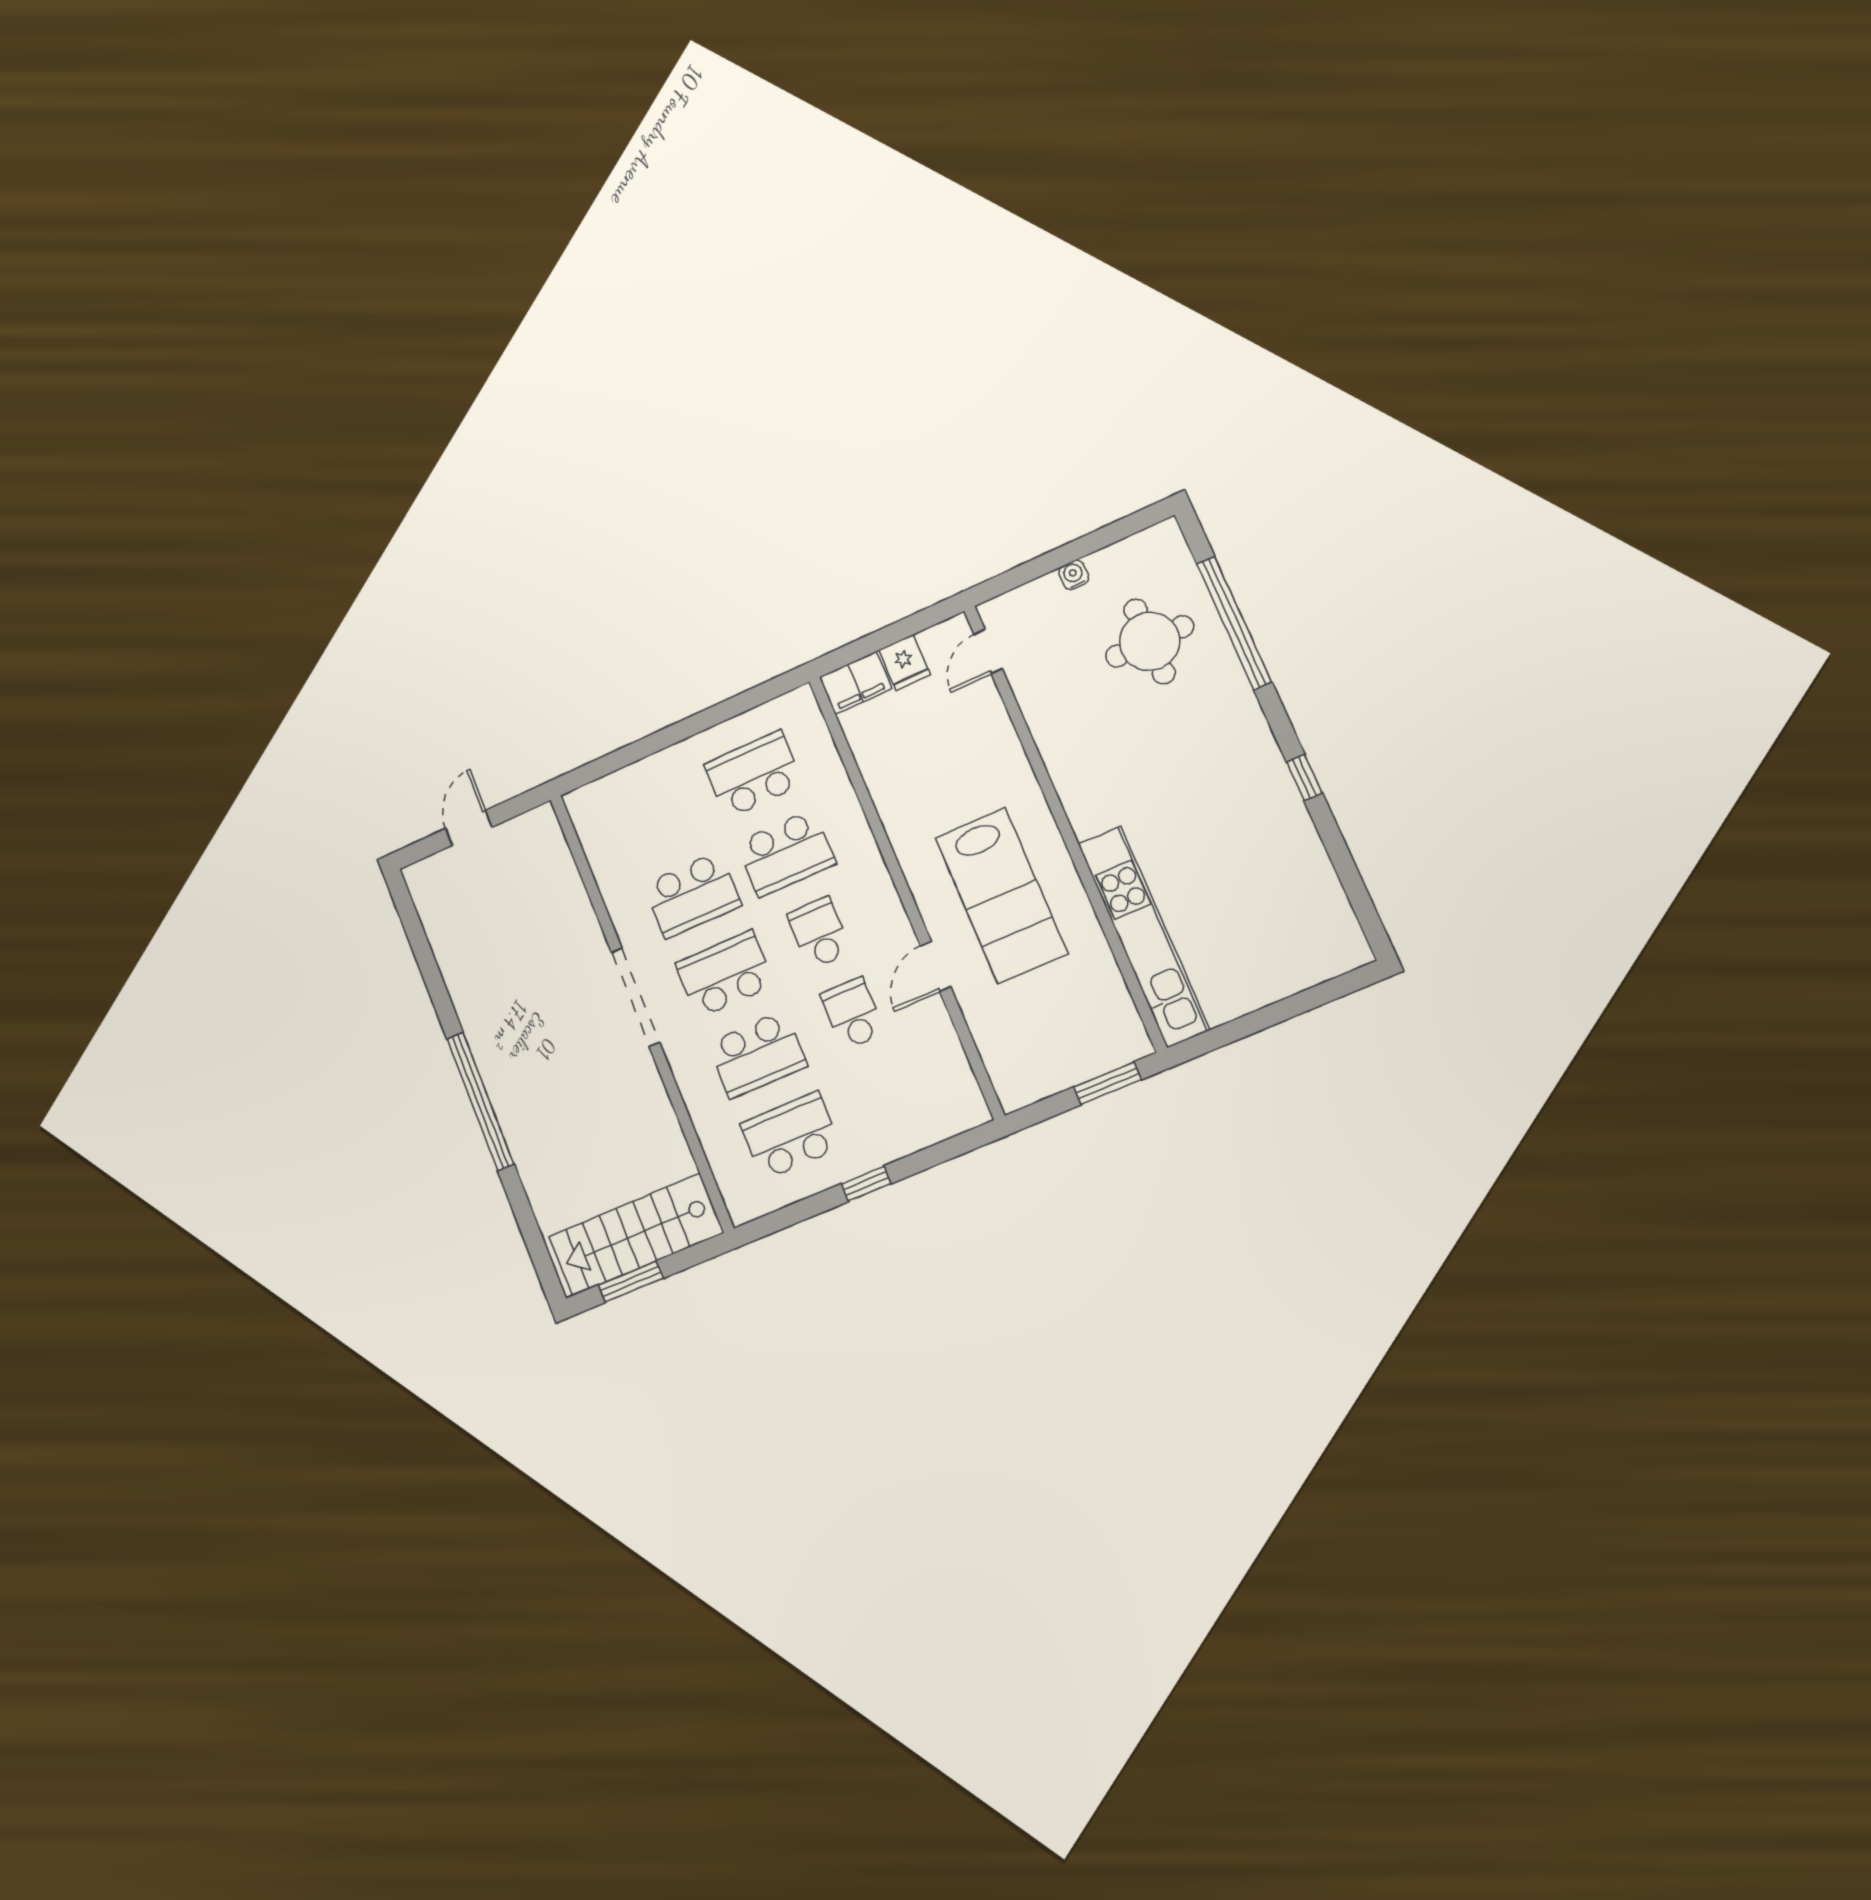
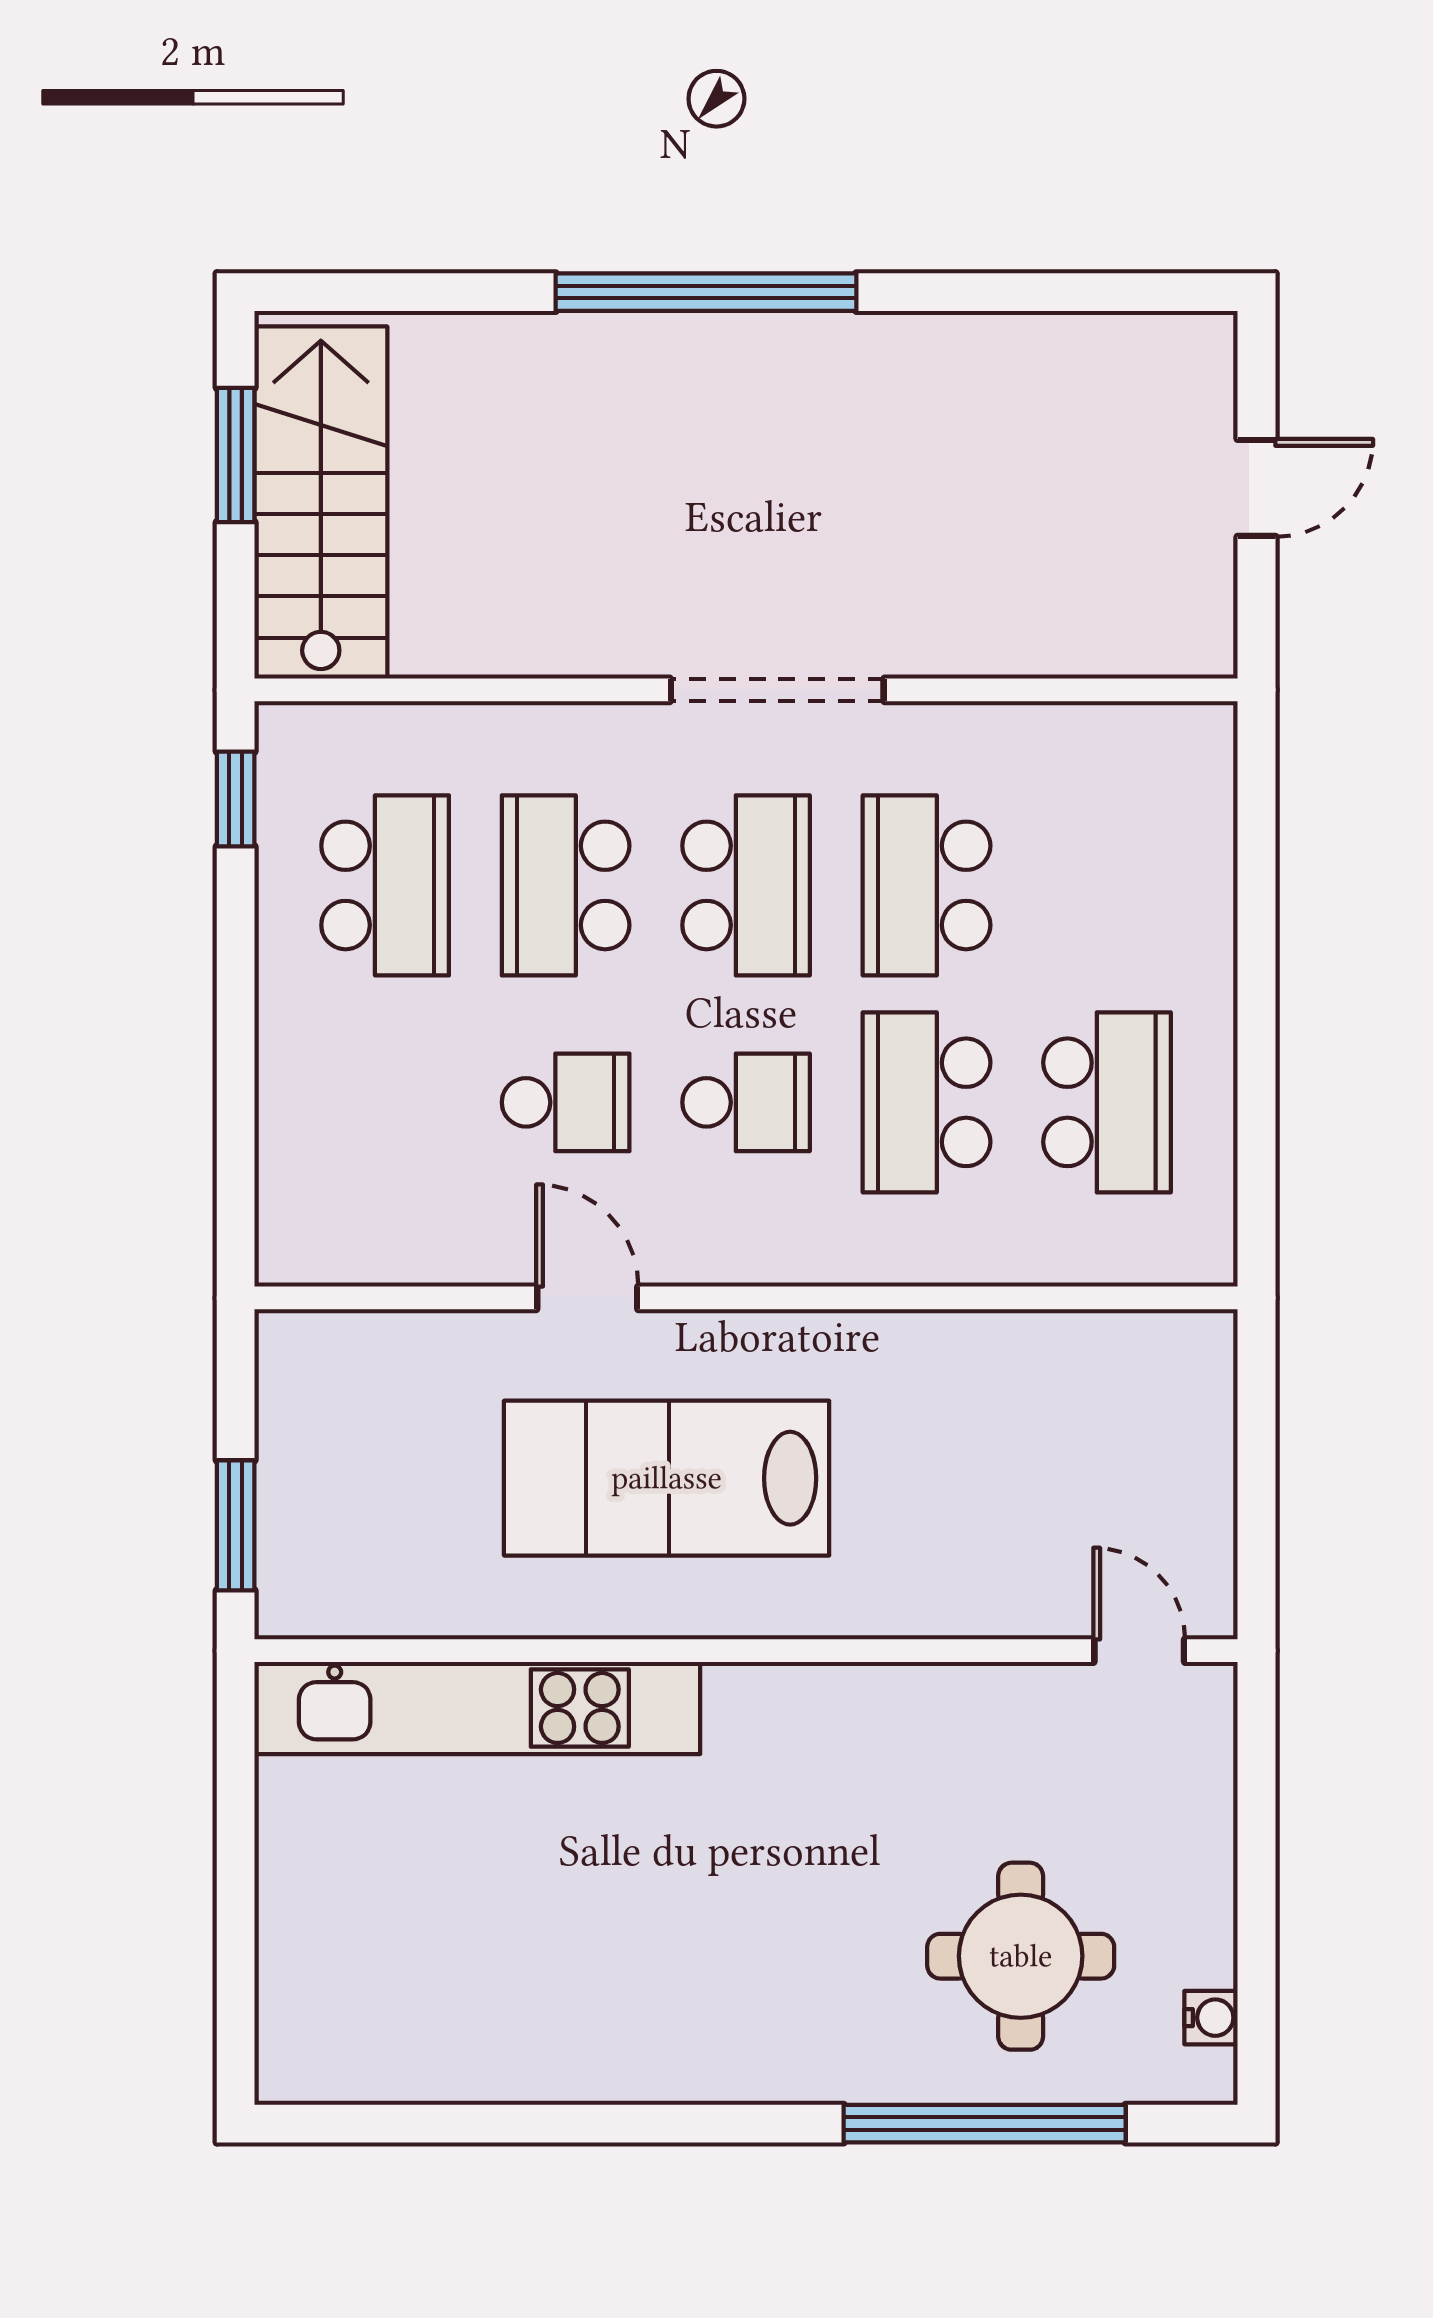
water cooler: (1074, 575) -> (1211, 2018), moved
fridge: (905, 662) -> (1191, 1485), removed
filing cabinet: (856, 683) -> (1194, 1374), removed
window: (1305, 778) -> (642, 2124), removed
door: (469, 828) -> (1256, 488), hinge flipped
window: (866, 1184) -> (236, 799), moved

